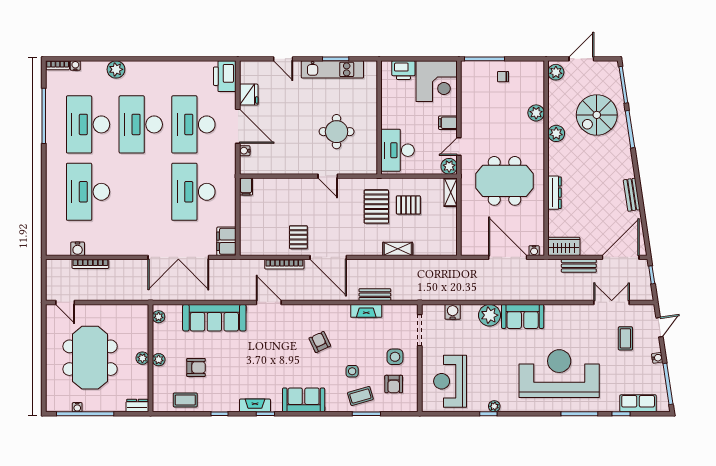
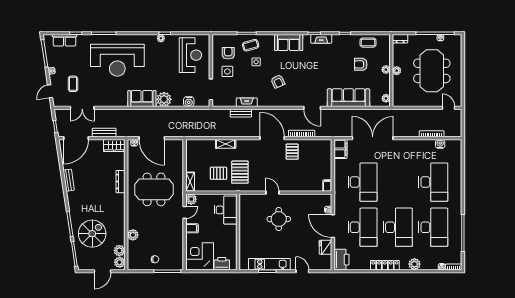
locker: (160, 68) -> (385, 265), added
round table: (337, 132) -> (279, 219), moved
plant: (556, 133) -> (119, 251), moved

